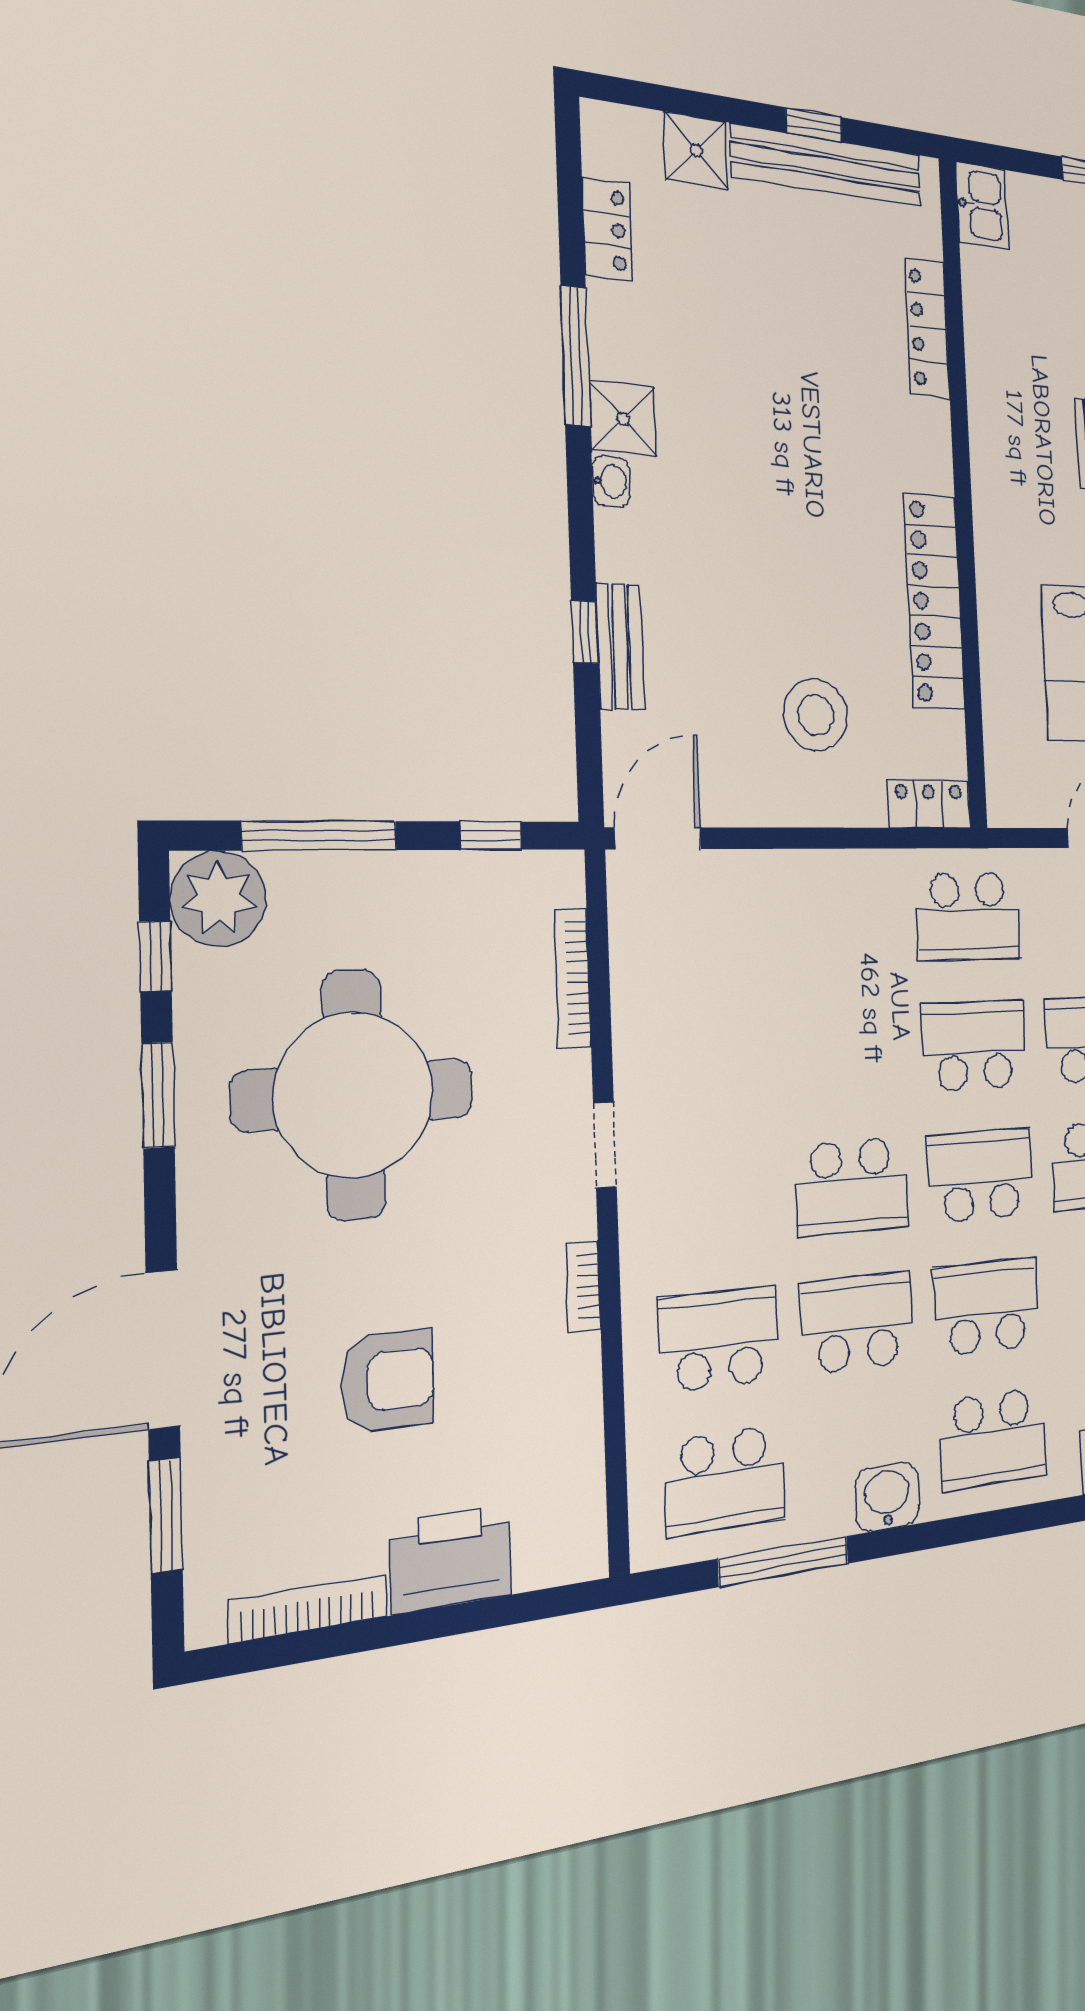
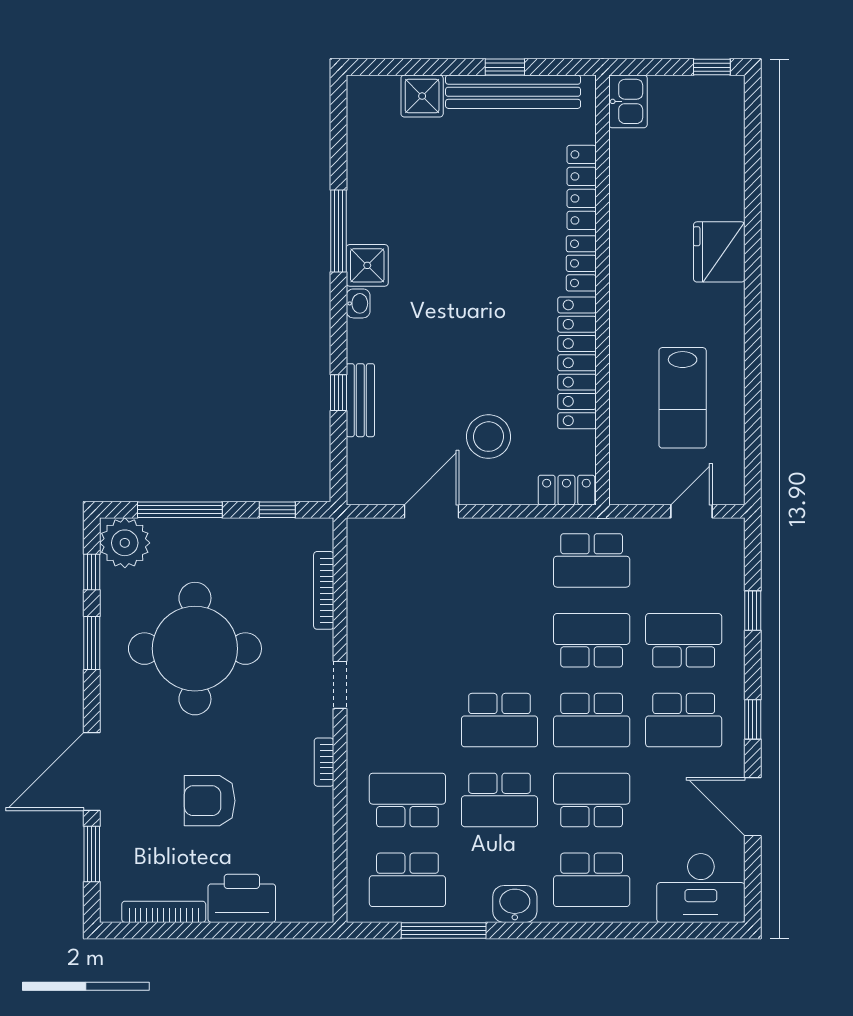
locker: (607, 229) -> (581, 263), moved, turned 180
door: (658, 838) -> (432, 511), moved
school desk: (980, 1175) -> (592, 720), turned 180
school desk: (857, 1322) -> (500, 800), turned 180
armchair: (388, 1381) -> (210, 801), turned 180

